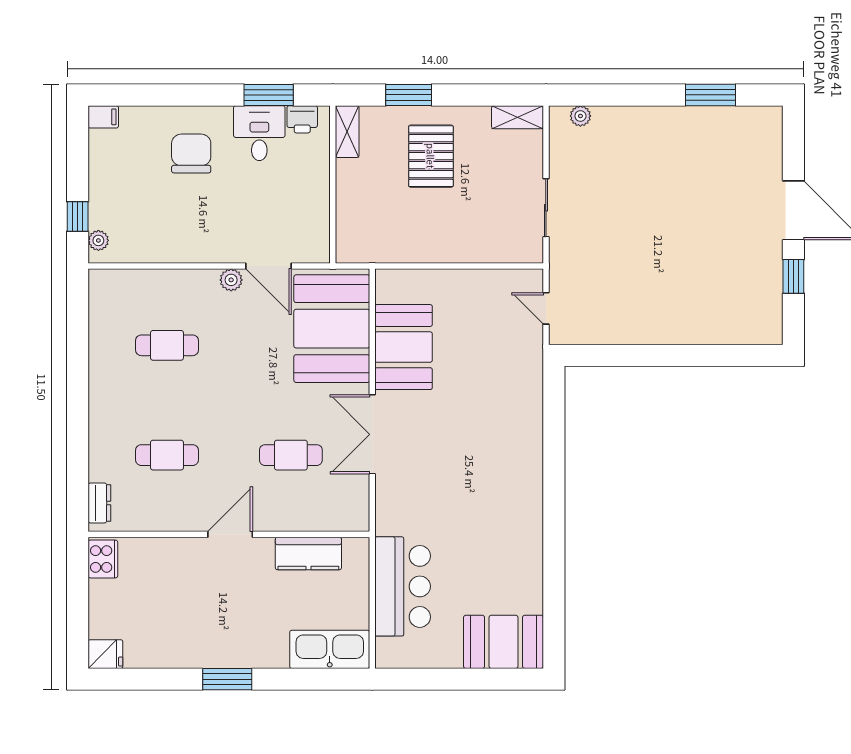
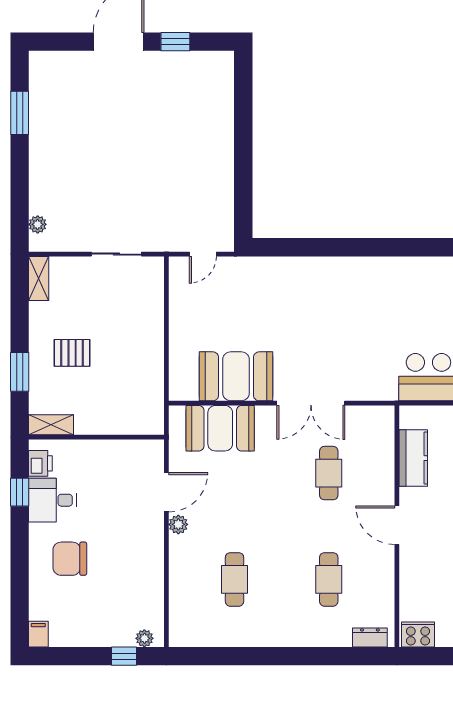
window: (269, 95) -> (20, 492), width x0.67
pallet: (431, 156) -> (72, 353), width x0.67, depth x0.71
booth: (332, 329) -> (220, 428), width x0.73, depth x0.70

